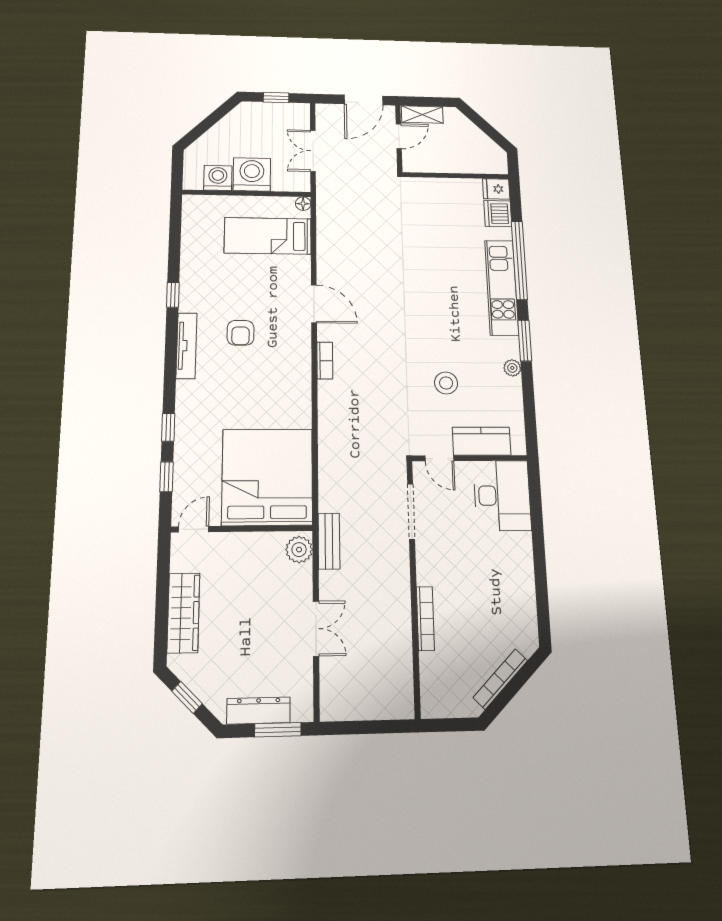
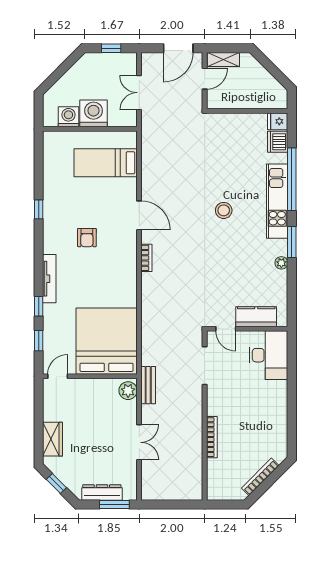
floor lamp: (303, 204) -> (131, 136), removed
tv unit: (186, 346) -> (49, 279), moved
stool: (446, 383) -> (224, 210), moved
wardrobe: (183, 613) -> (53, 439), width x0.67

